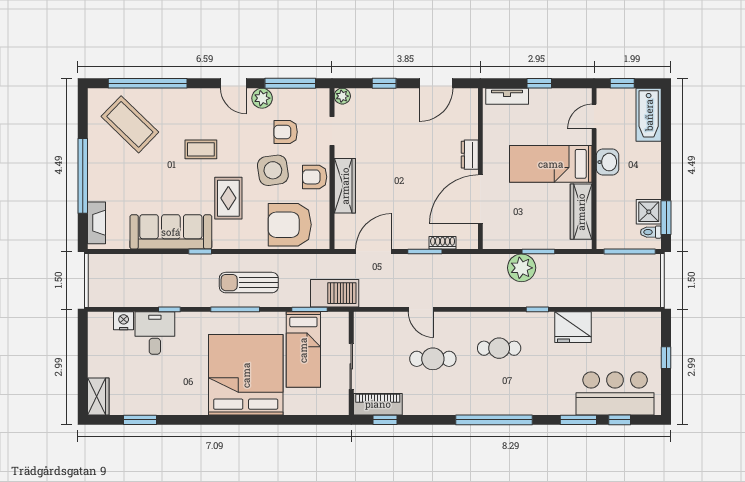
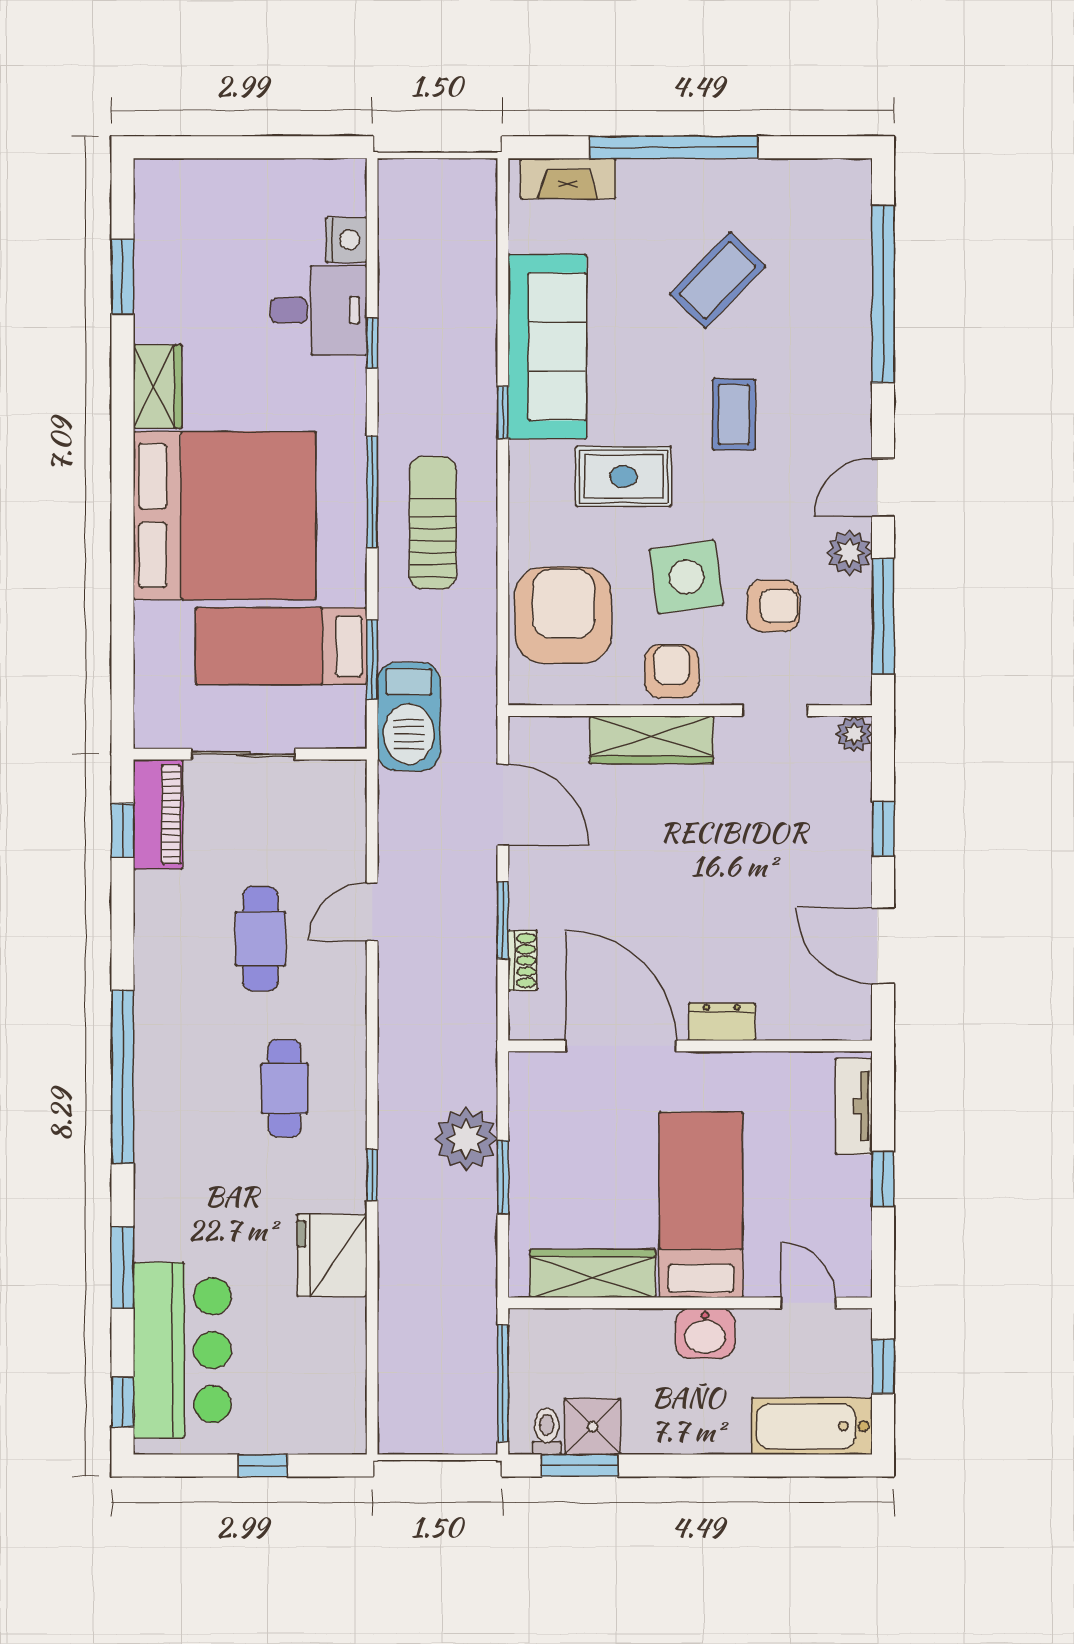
coffee table: (130, 124) -> (718, 280), moved, width x0.73, depth x0.76
armchair: (286, 132) -> (773, 606), turned 90
wardrobe: (98, 396) -> (158, 386), moved, turned -90
window: (620, 420) -> (123, 1402), moved

